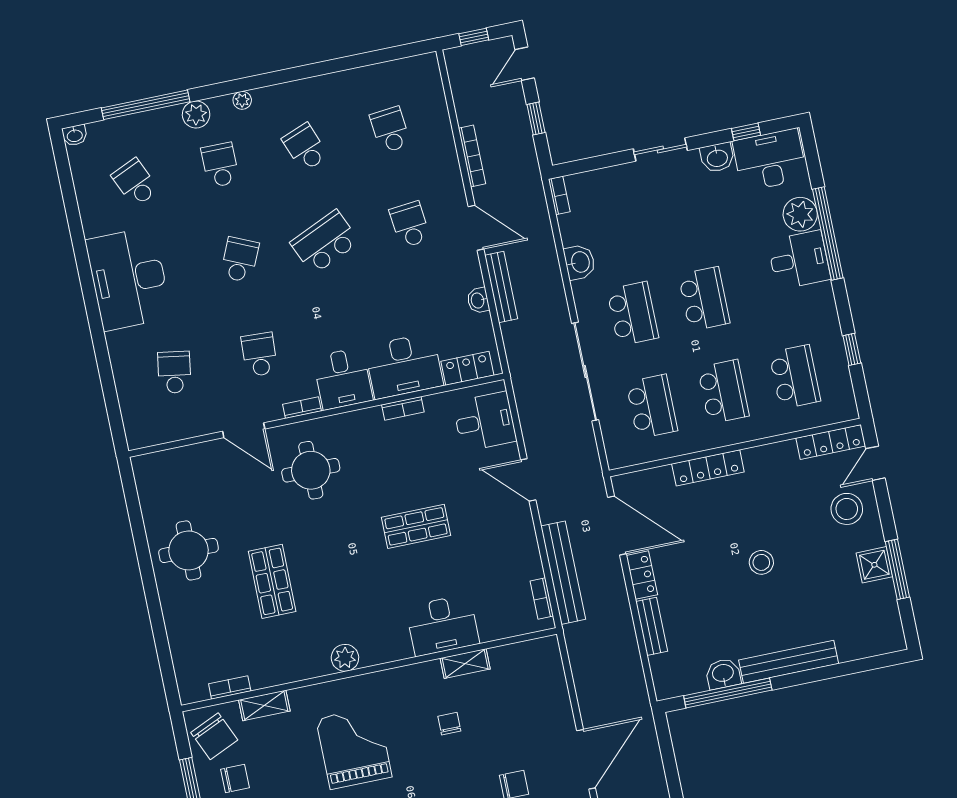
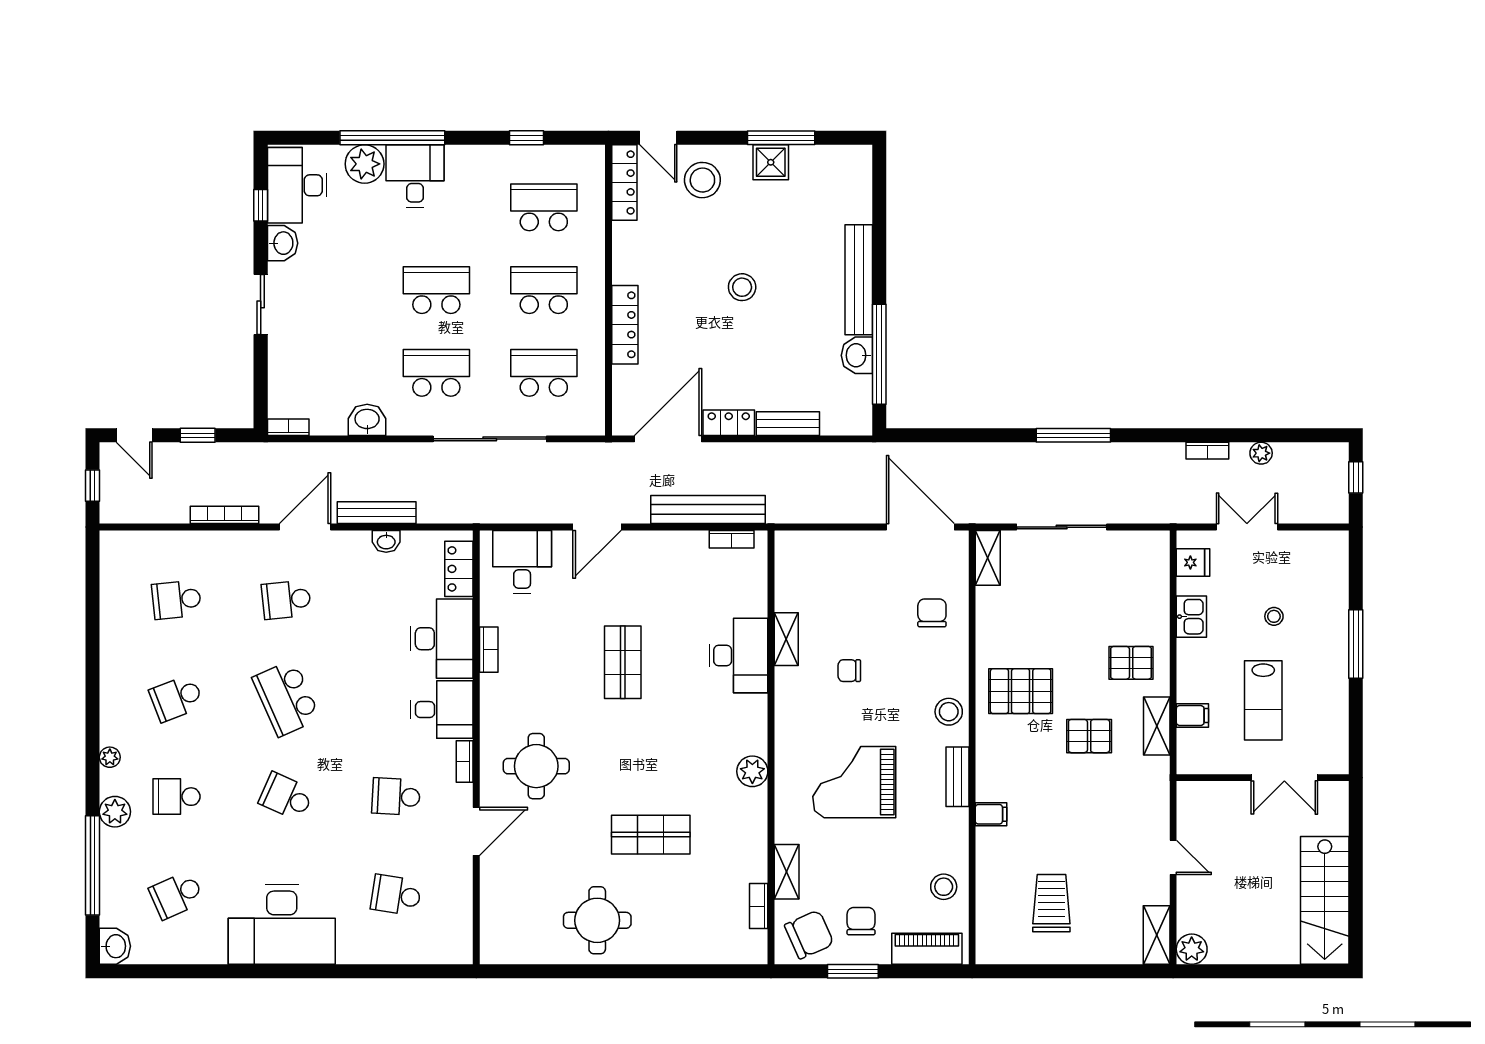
washbasin: (75, 135) -> (115, 946), width x1.38, depth x1.45

